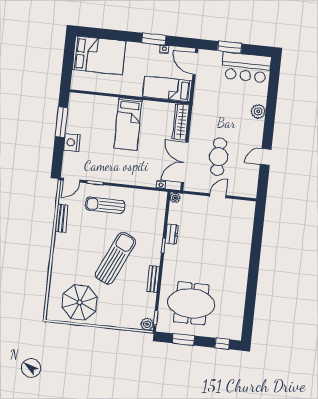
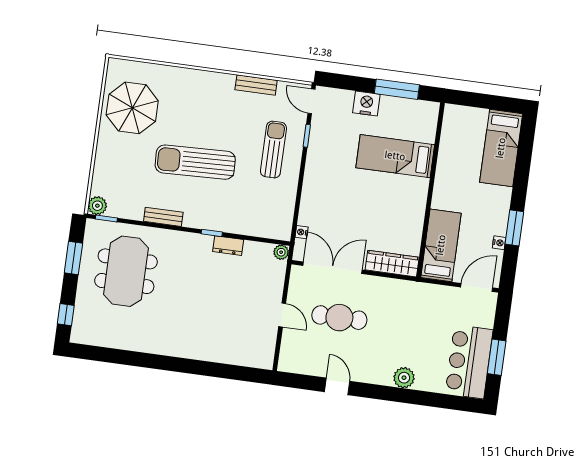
window: (230, 47) -> (497, 357), moved
bed: (99, 55) -> (501, 148), width x0.67
bed: (128, 124) -> (395, 156), moved
sun lounger: (115, 258) -> (195, 162), turned 153

